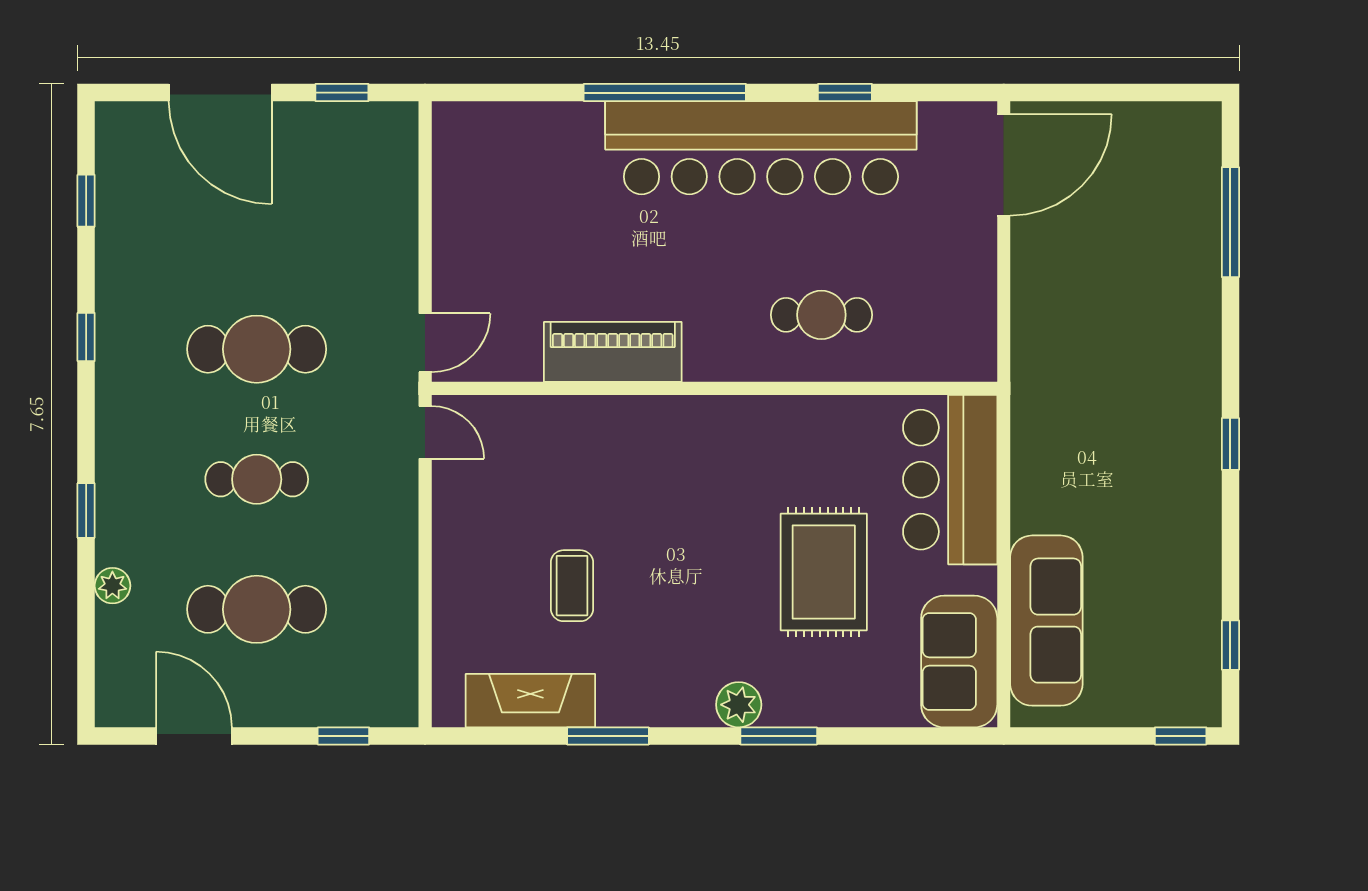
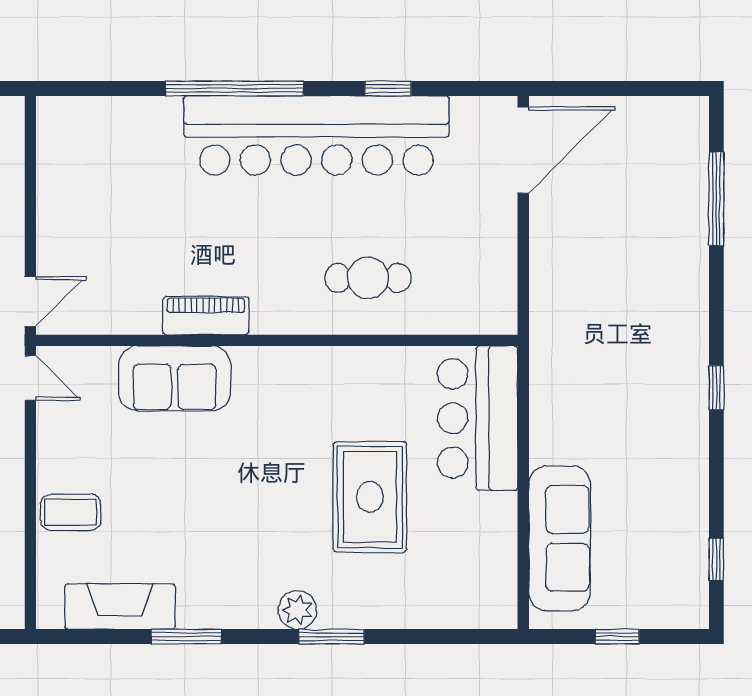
piano: (613, 352) -> (206, 316), width x0.73, depth x0.75
coffee table: (572, 586) -> (71, 512), moved, turned 90
sofa: (959, 661) -> (175, 378), moved, turned -90
window: (1181, 736) -> (617, 637), moved

